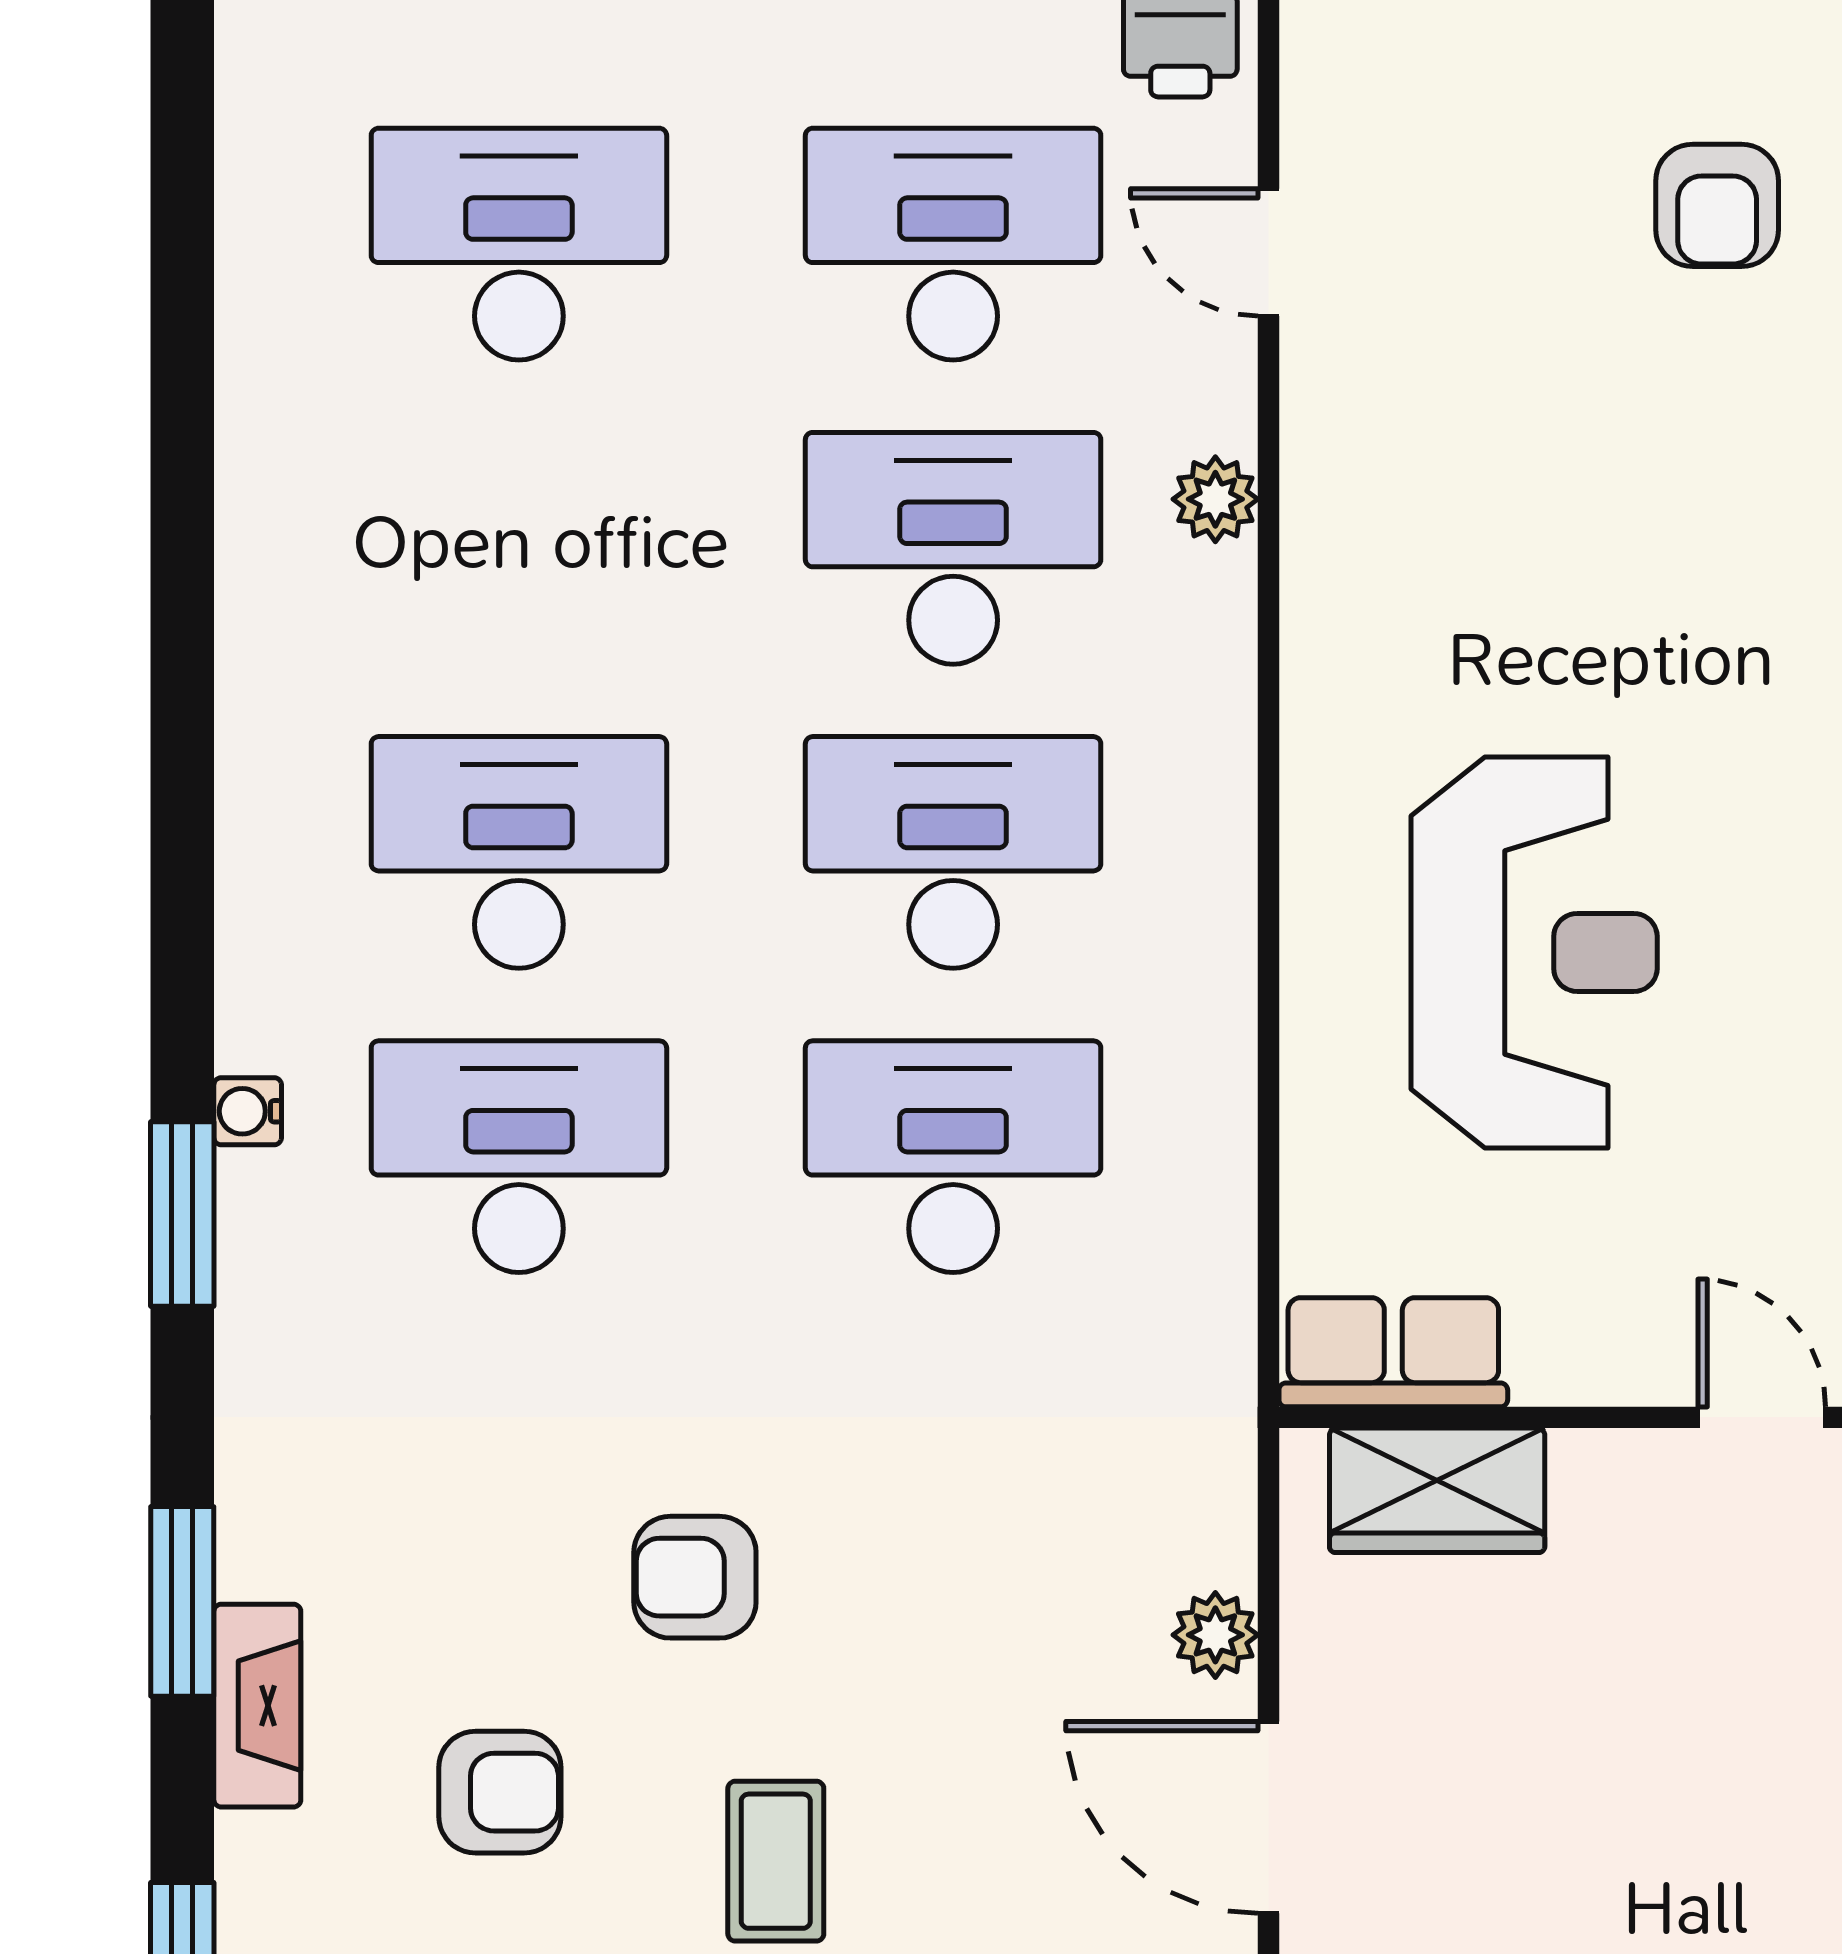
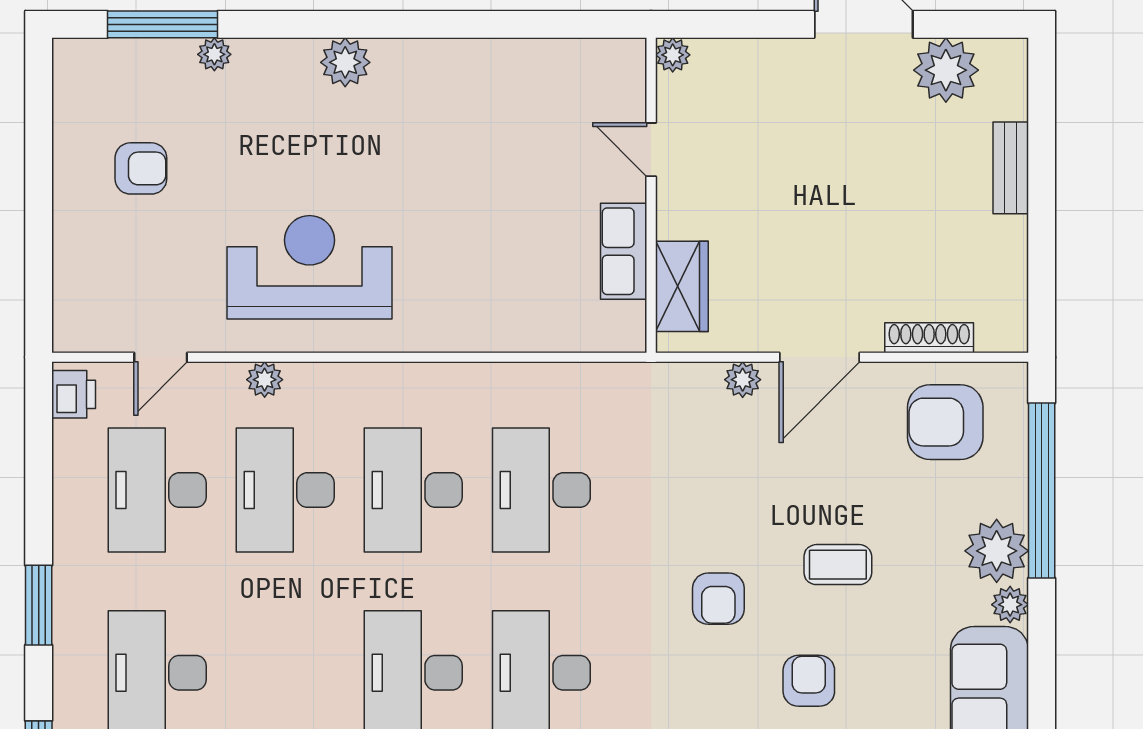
reception desk: (1534, 952) -> (310, 267), moved
row of seats: (1393, 1352) -> (624, 251), moved
door: (1762, 1417) -> (651, 150), hinge flipped

